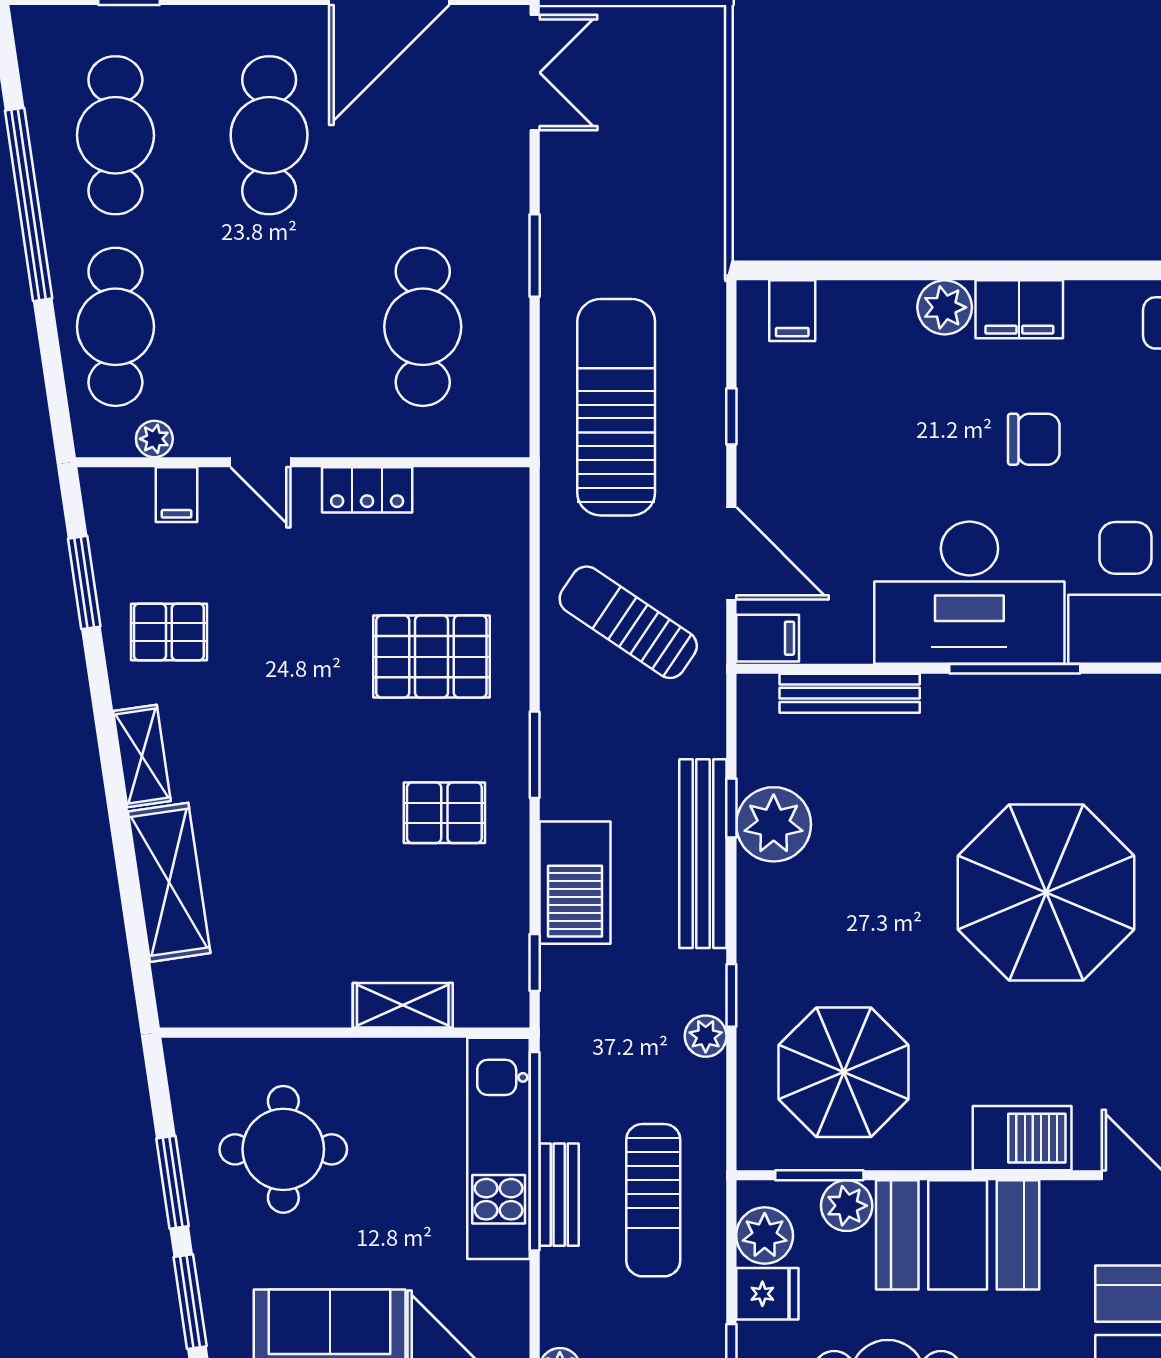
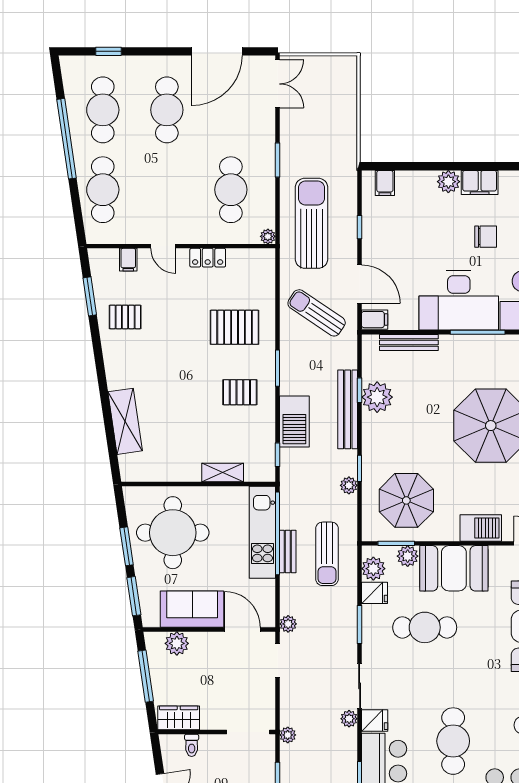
plant: (154, 439) -> (268, 236), moved
shelving: (142, 756) -> (114, 369), removed
round table: (283, 1149) -> (173, 533), width x1.36, depth x1.36

